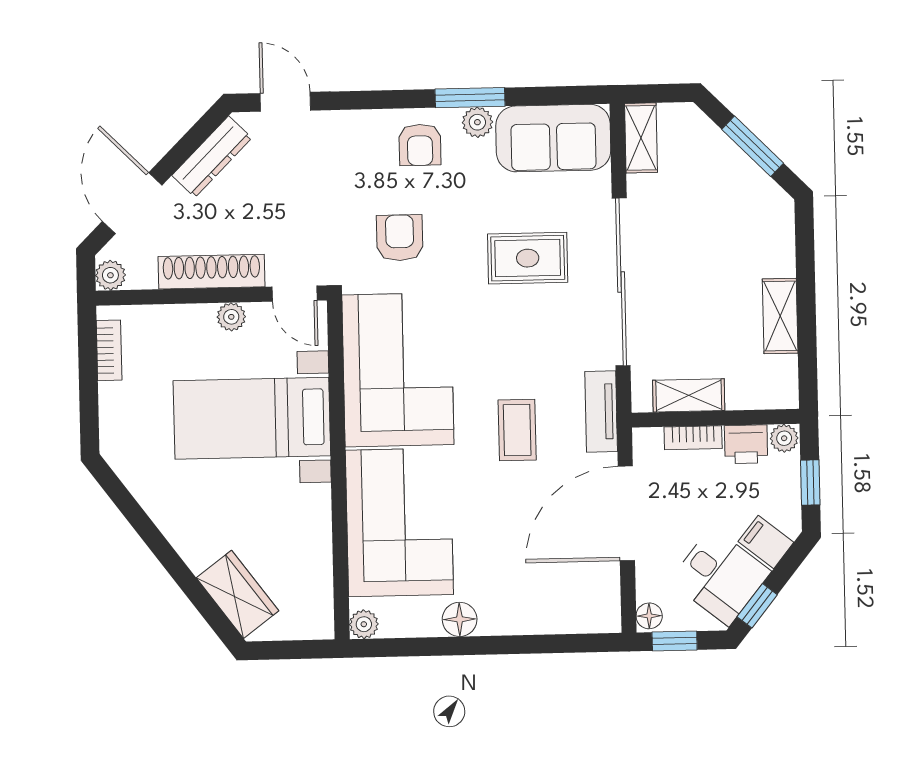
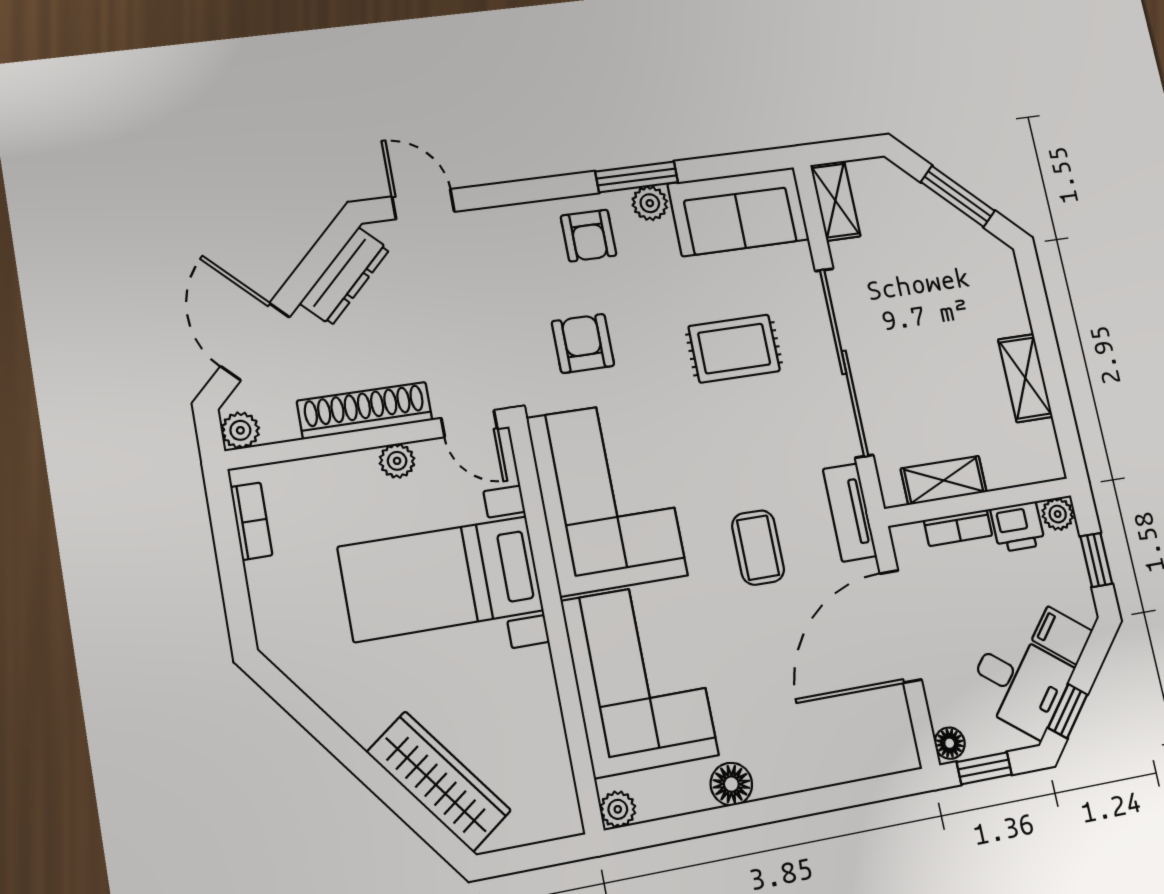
wardrobe: (237, 594) -> (439, 781), width x1.50

